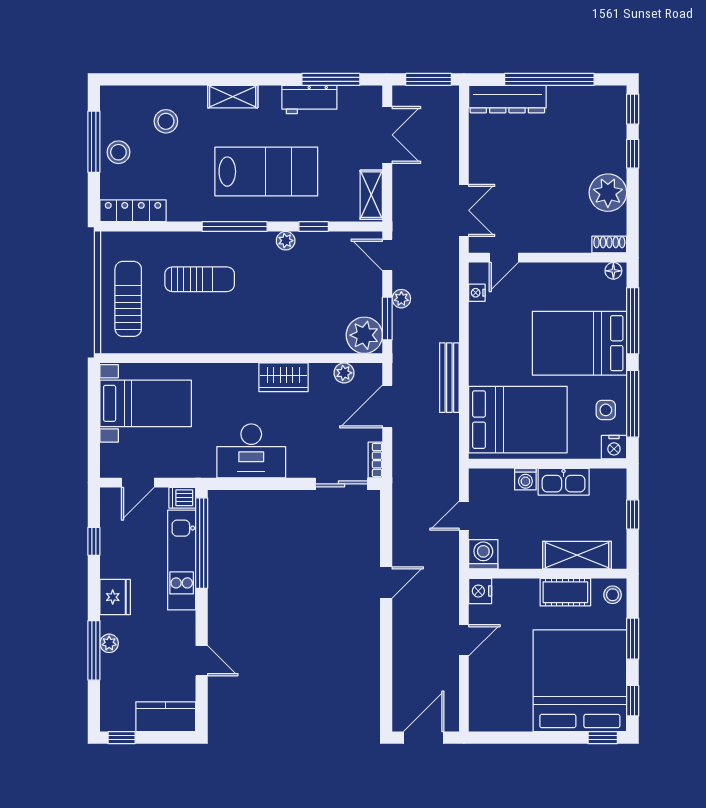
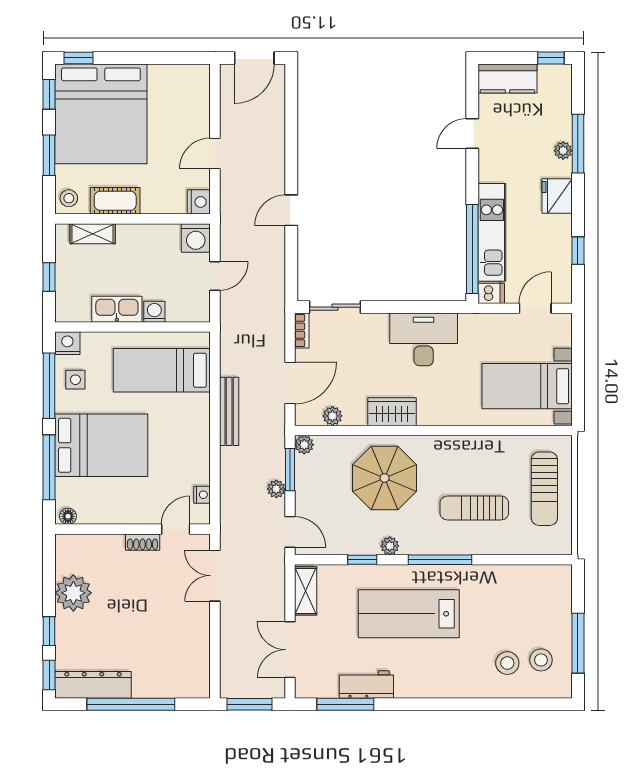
shelving: (233, 97) -> (442, 687), removed
dresser: (507, 99) -> (93, 685), moved
stool: (118, 152) -> (541, 660), moved
locker: (133, 211) -> (540, 575), removed
shoe rack: (609, 244) -> (143, 542), moved
parasol: (291, 310) -> (385, 478), added
plant: (364, 335) -> (304, 445), width x0.53, depth x0.53
bed: (518, 420) -> (162, 370), width x0.67
shelving: (577, 555) -> (93, 234), width x0.67, depth x0.75
door: (202, 661) -> (472, 134), hinge flipped

